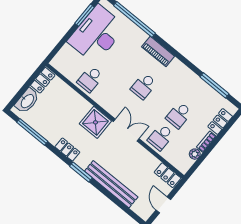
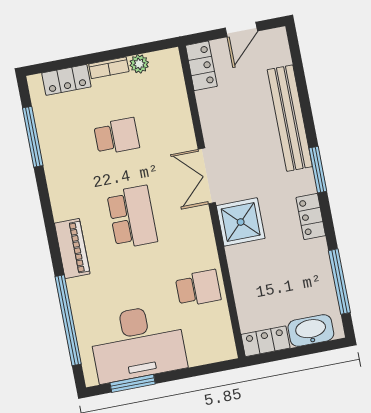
school desk: (144, 86) -> (132, 217), width x1.85
school desk: (161, 137) -> (167, 126), removed

